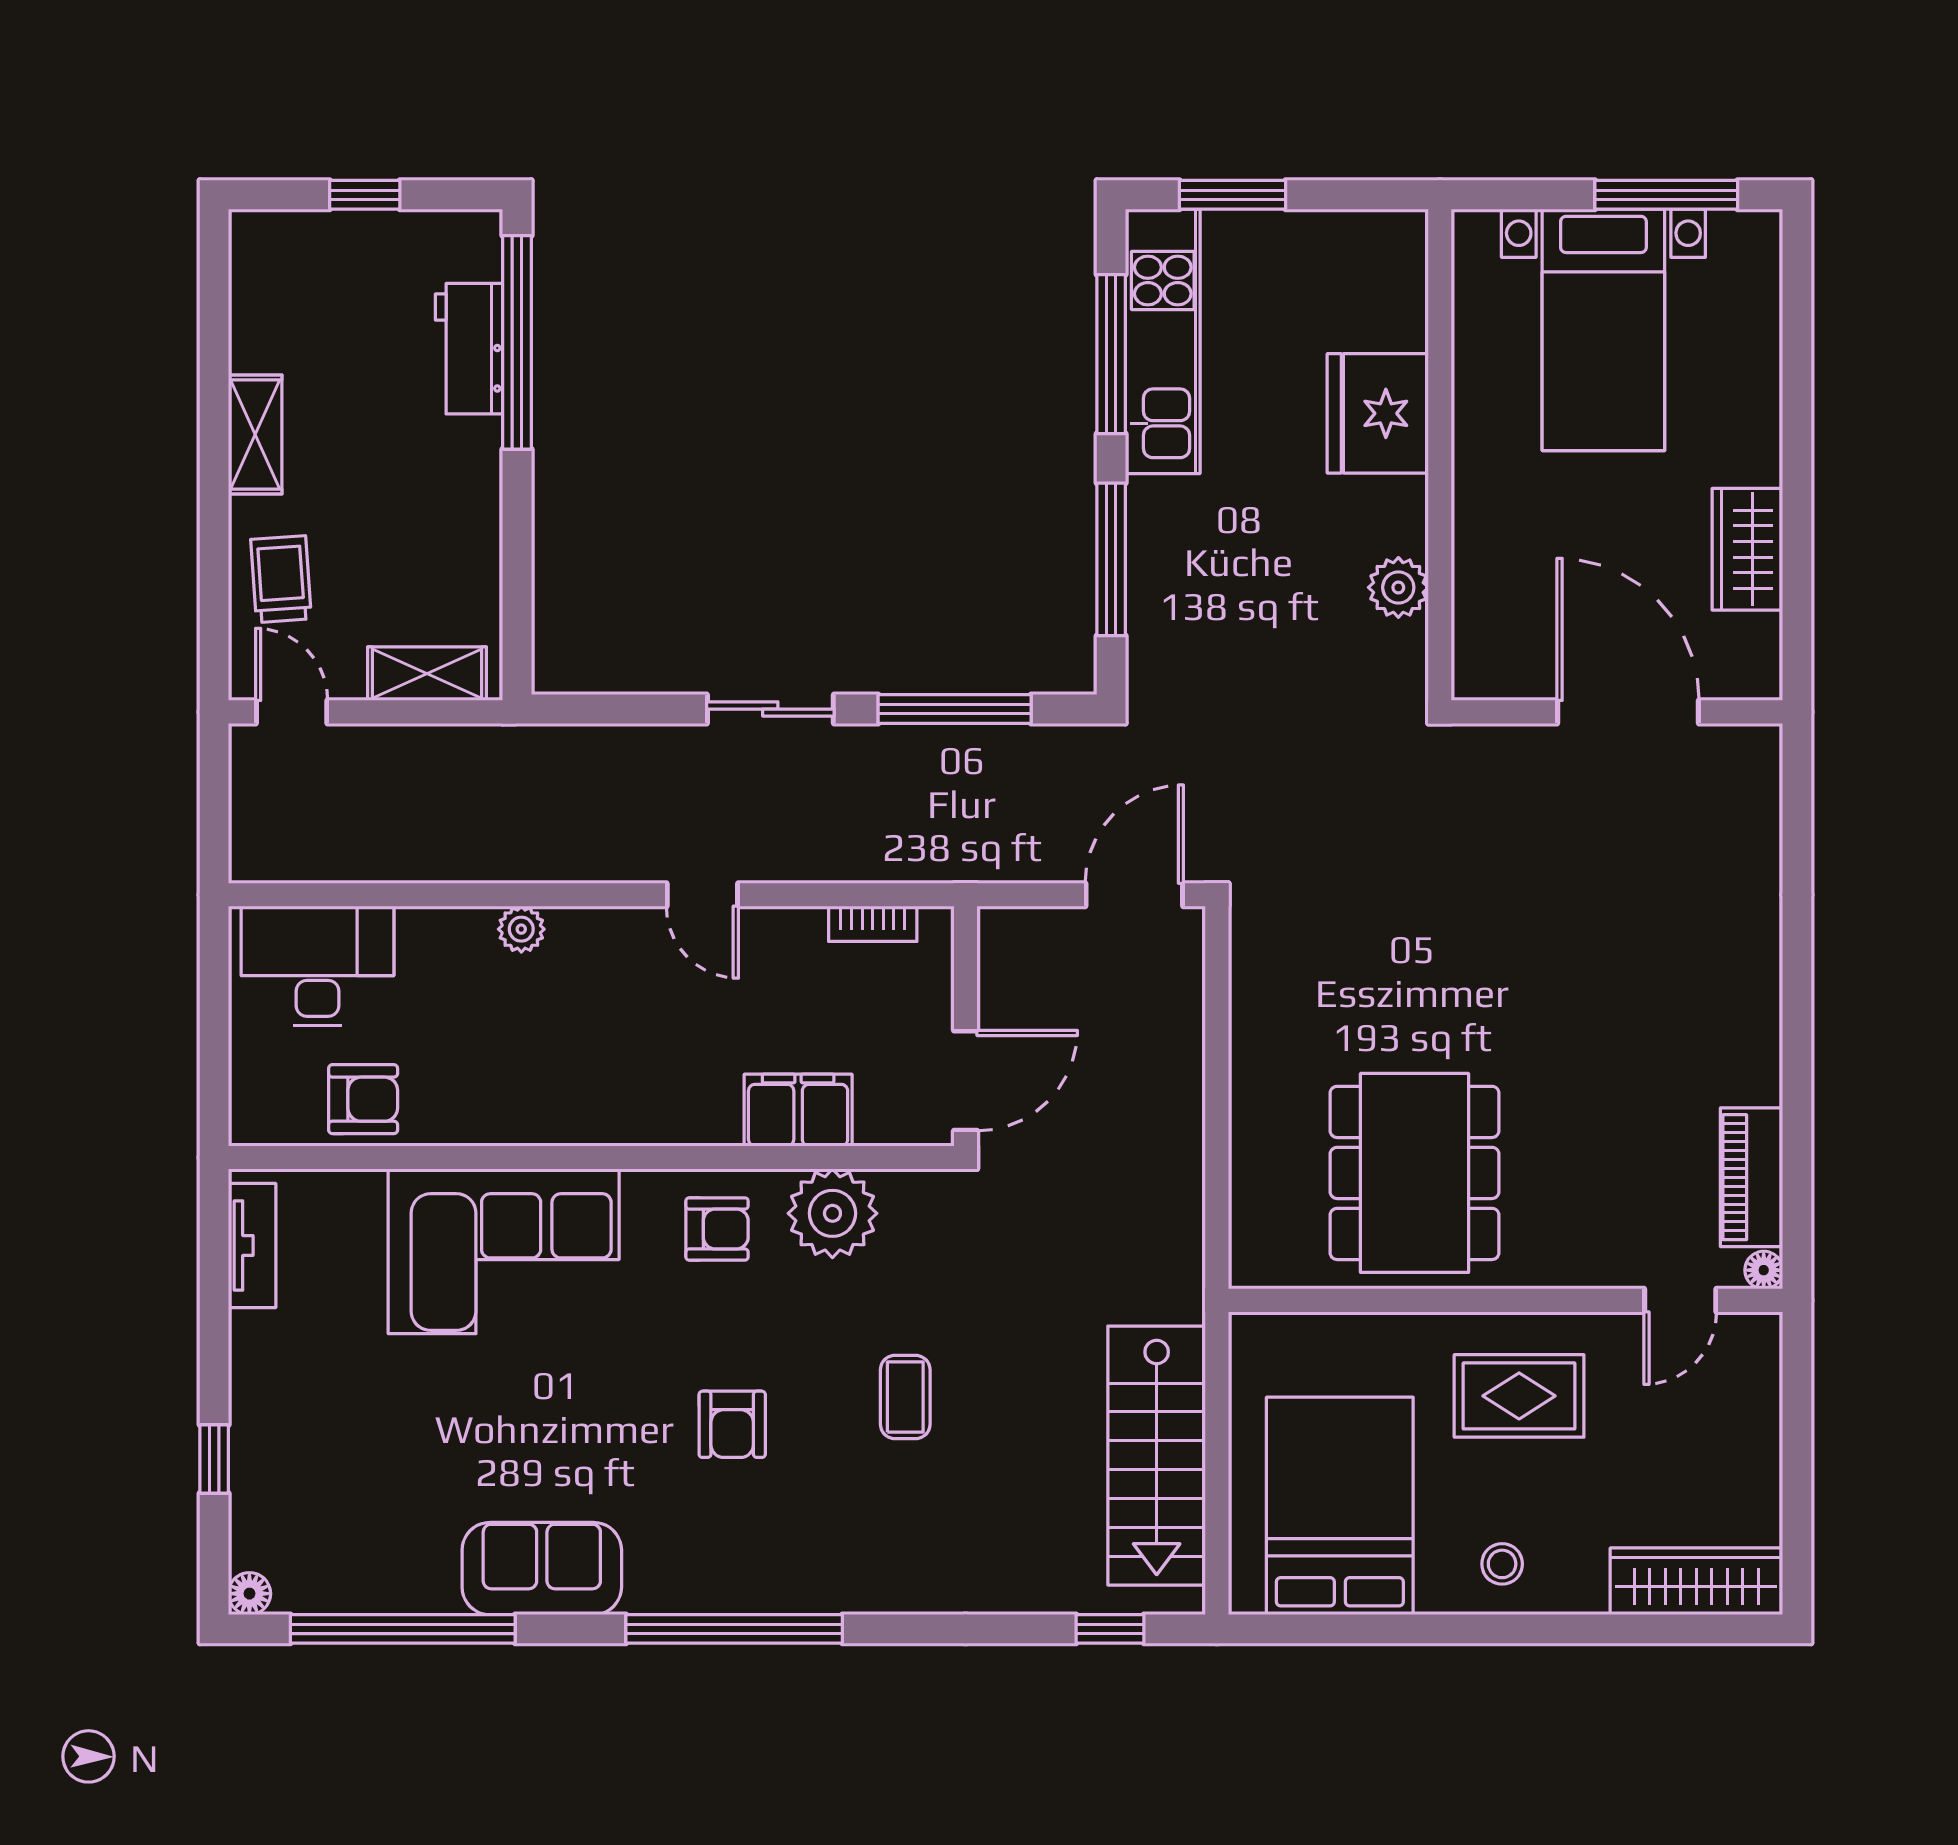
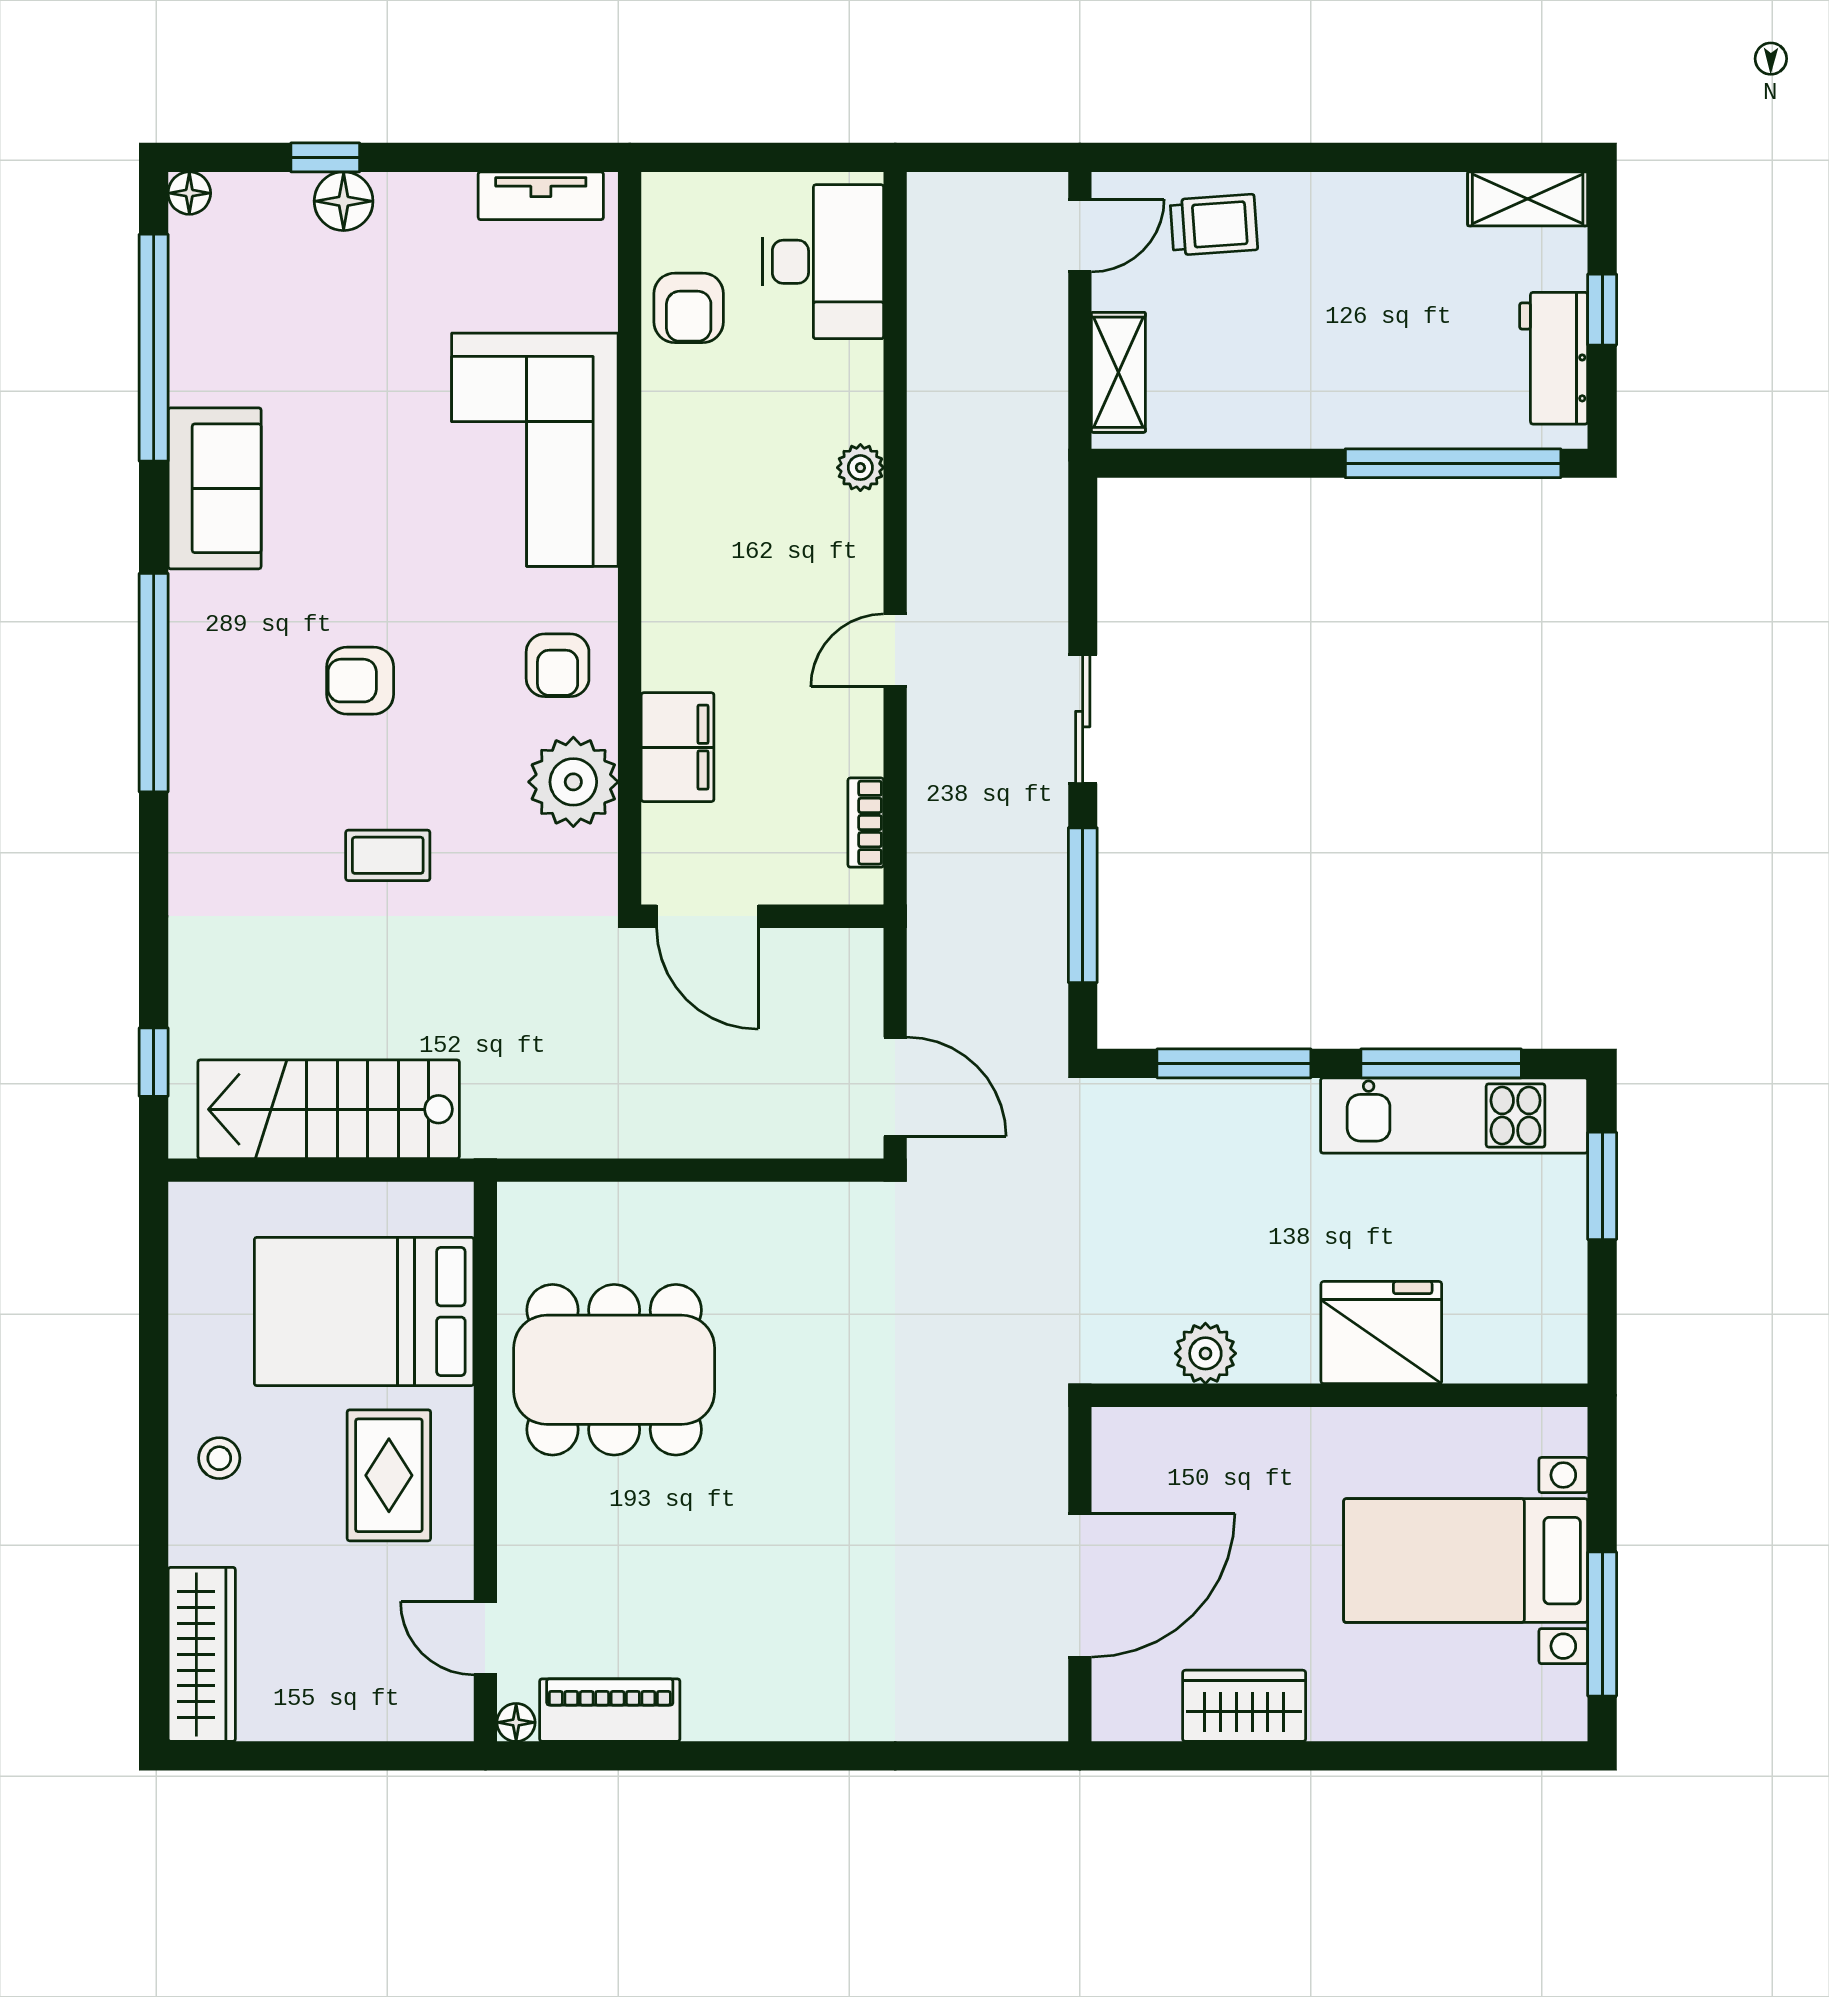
workbench: (469, 349) -> (1554, 358), moved, turned -90
shelving: (255, 435) -> (1528, 199), moved
floor lamp: (258, 1441) -> (344, 201), added
bed: (1340, 1506) -> (364, 1311), moved, turned 180

